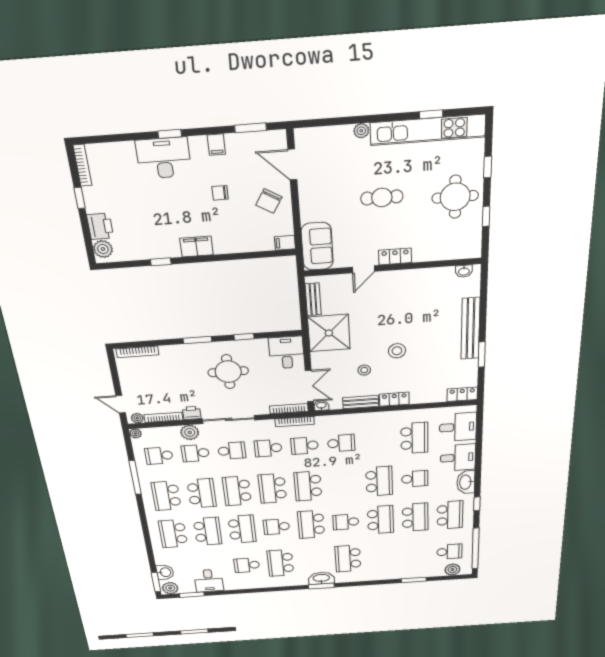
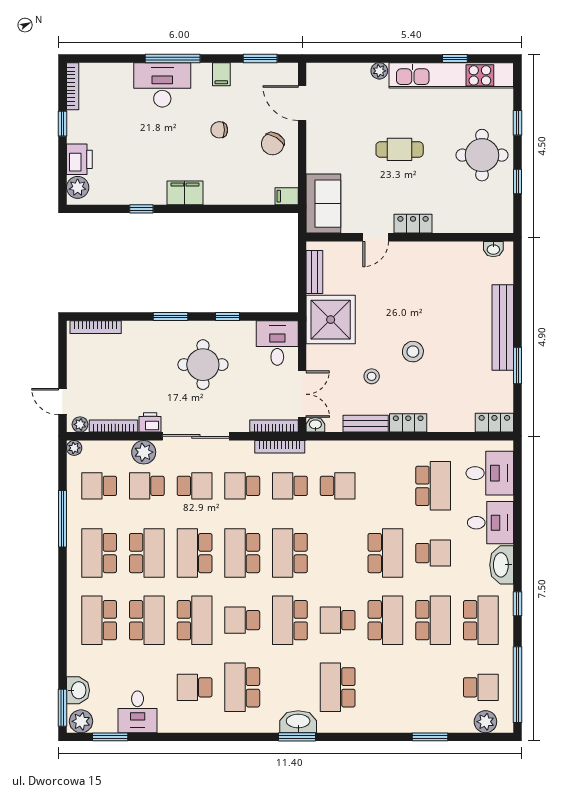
window: (170, 134) -> (173, 59), width x2.17

